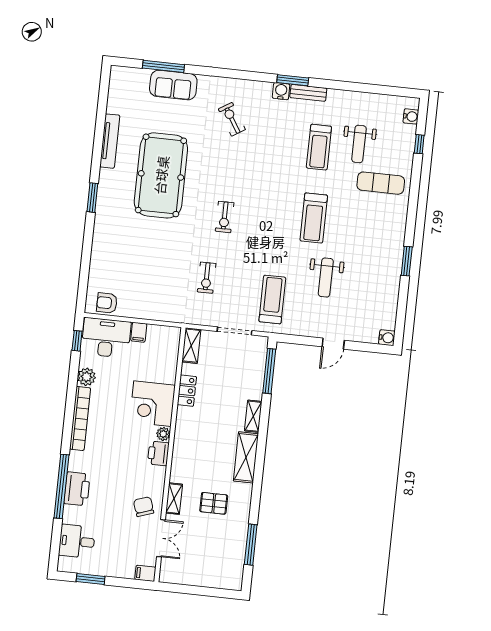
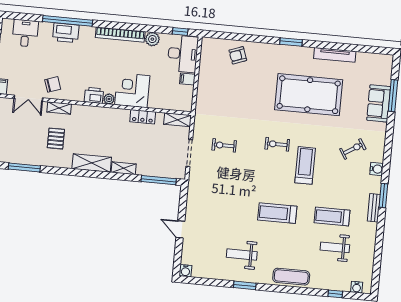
water cooler: (281, 91) -> (377, 169), moved
exercise mat: (381, 183) -> (291, 277), moved, turned 90
exercise bike: (207, 278) -> (224, 145), moved
weight bench: (326, 278) -> (242, 255), moved
treadmill: (272, 299) -> (305, 165), moved, turned -90
armchair: (107, 303) -> (238, 55), moved, turned -110

